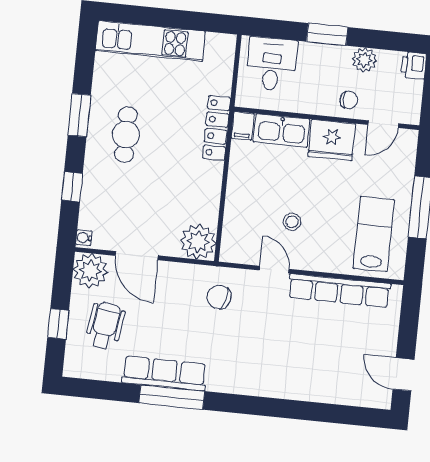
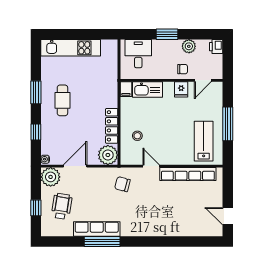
locker: (217, 128) -> (112, 126), moved
fridge: (332, 140) -> (181, 89), width x0.53, depth x0.75
stool: (292, 222) -> (137, 136), moved
door: (137, 256) -> (75, 166), swing flipped

